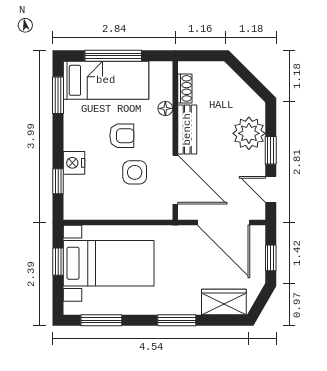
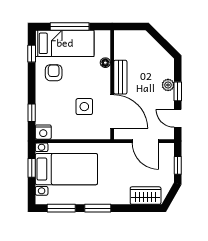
shoe rack: (185, 88) -> (119, 49), removed
window: (58, 95) -> (32, 54), width x0.67
plant: (249, 133) -> (168, 85), width x0.53, depth x0.53
armchair: (122, 136) -> (54, 73), moved, turned -90
nightstand: (74, 163) -> (43, 132), moved, turned -90
door: (224, 222) -> (145, 141), width x0.73
window: (177, 320) -> (98, 208), moved

